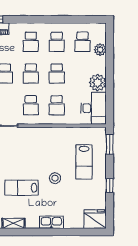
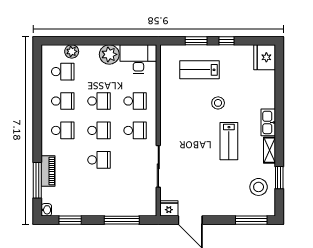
window: (110, 144) -> (196, 41), moved
lab bench: (84, 162) -> (200, 70), turned 180
kitchen sink: (51, 222) -> (268, 122), moved

